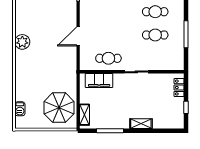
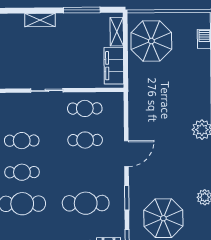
cafe table: (108, 35) -> (85, 140), added
door: (78, 36) -> (126, 154), moved
filing cabinet: (99, 80) -> (114, 66), moved, turned -90

